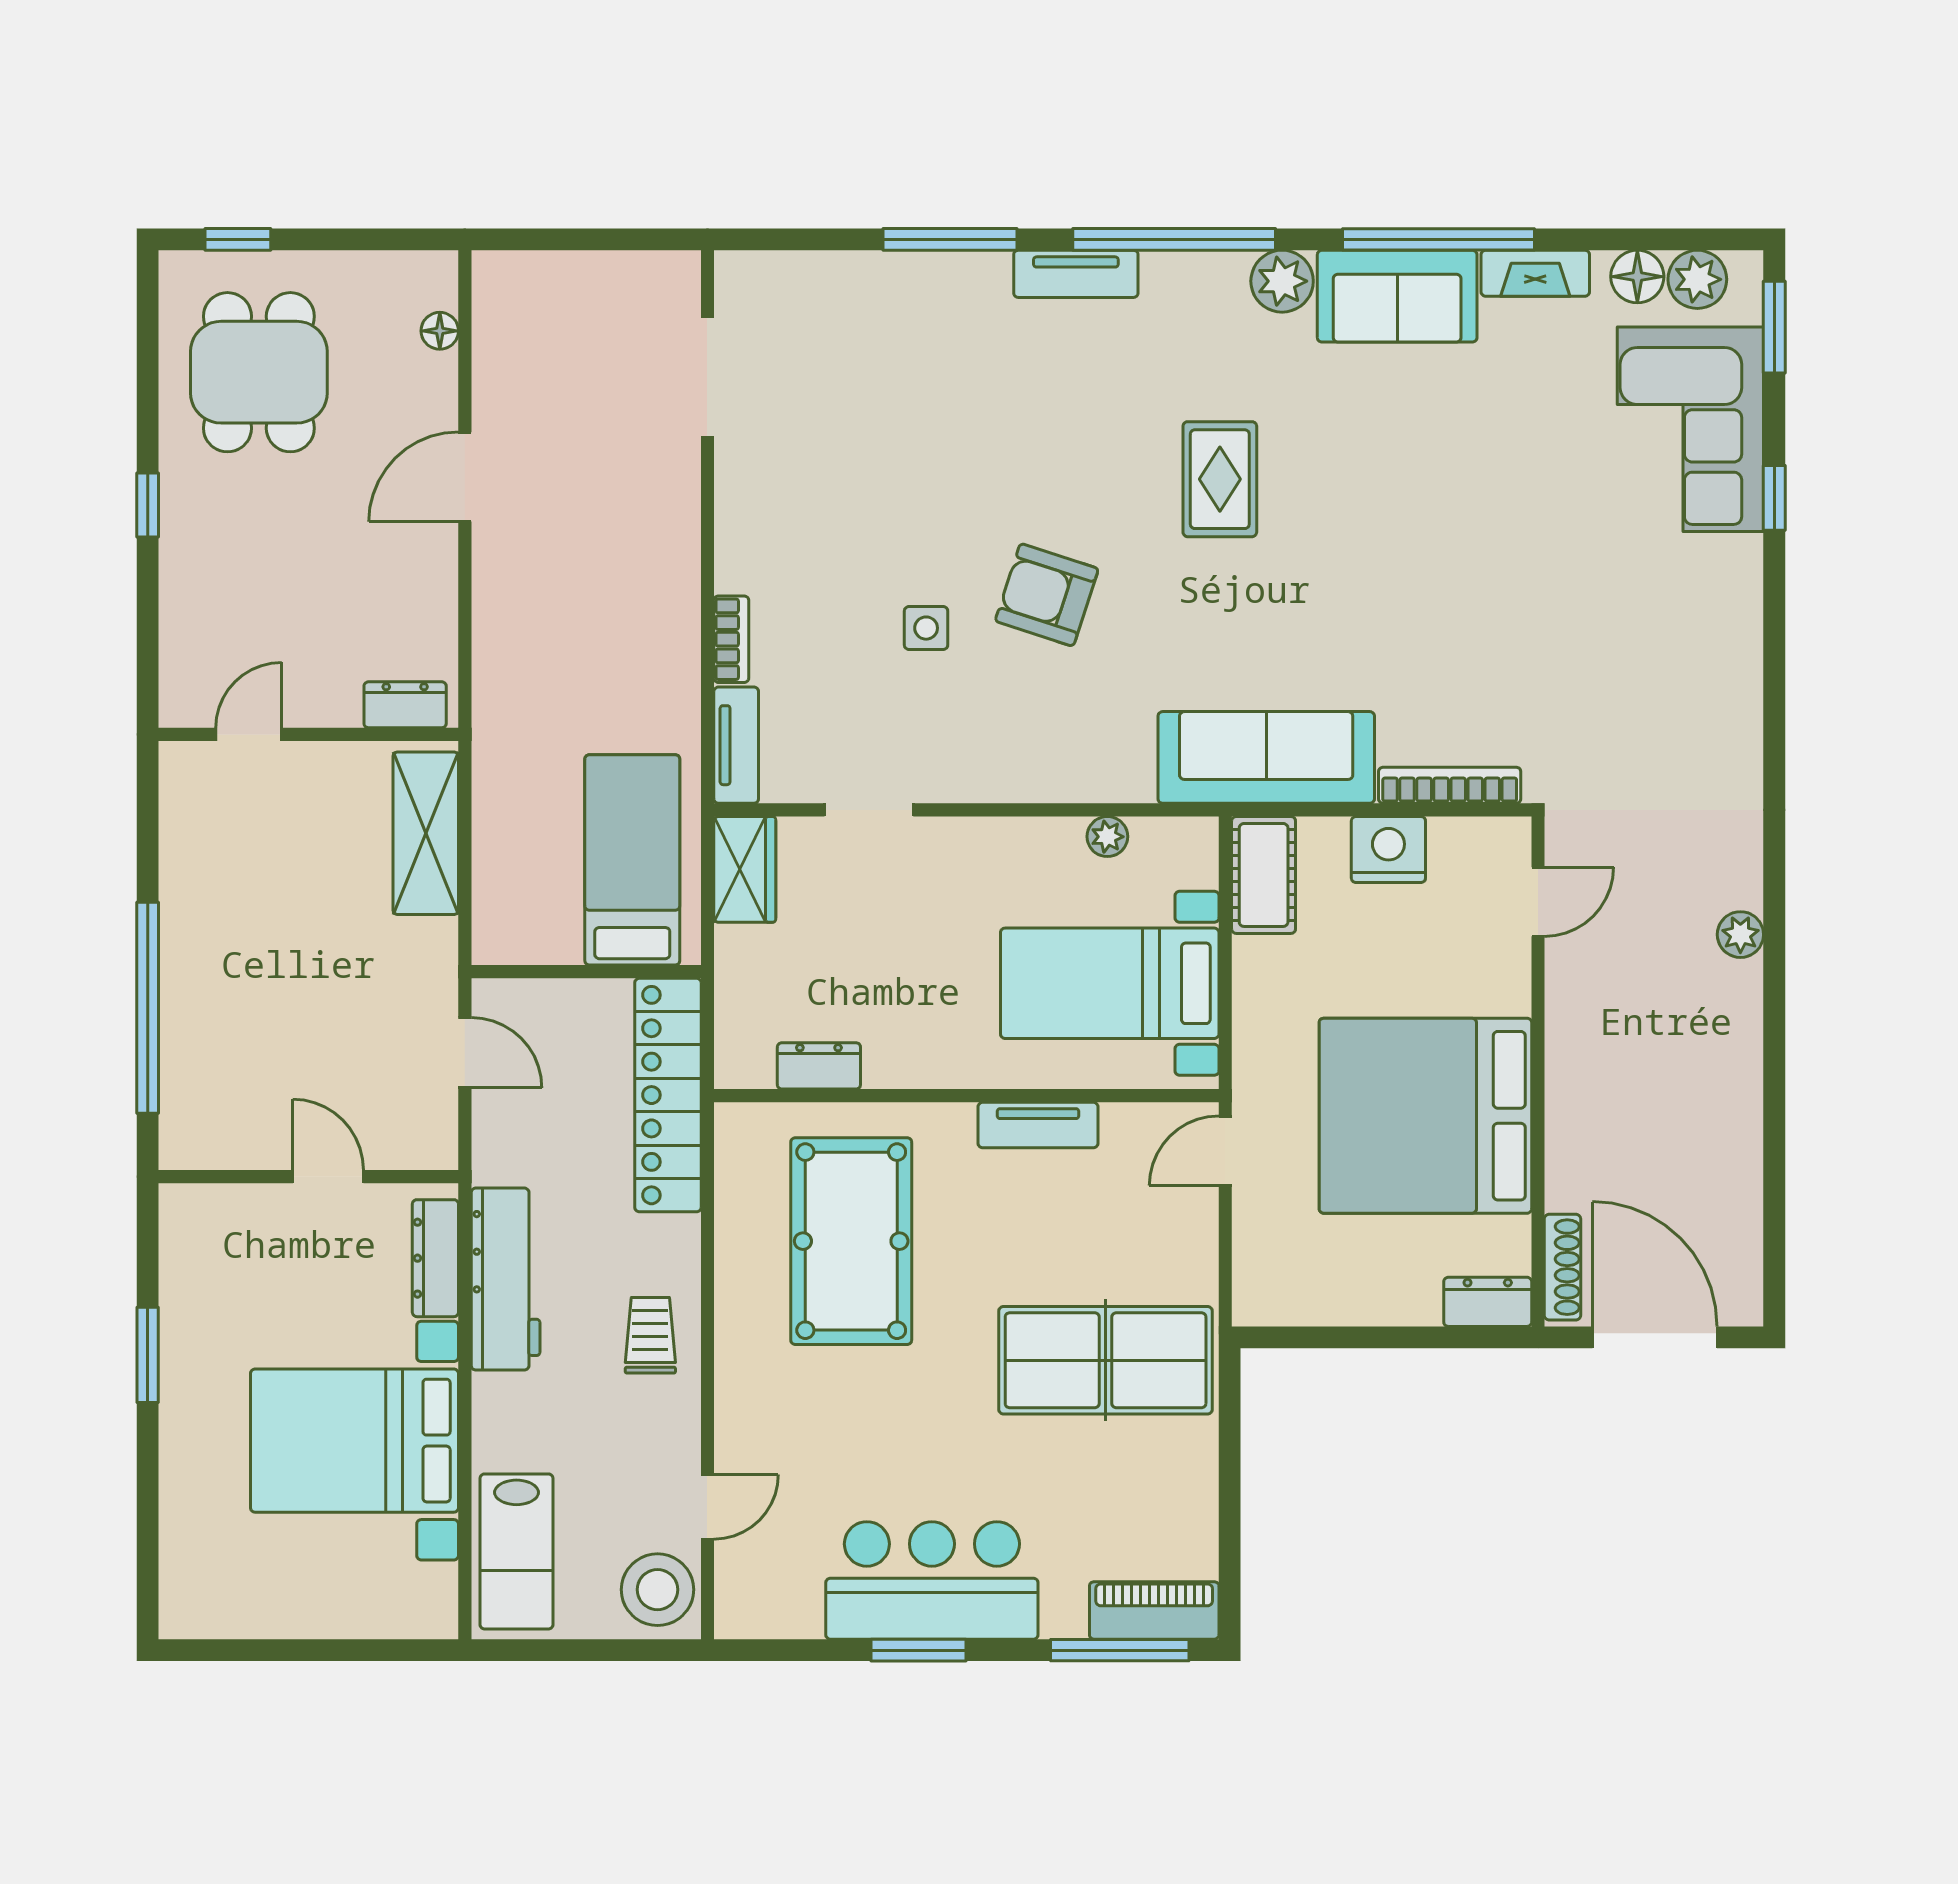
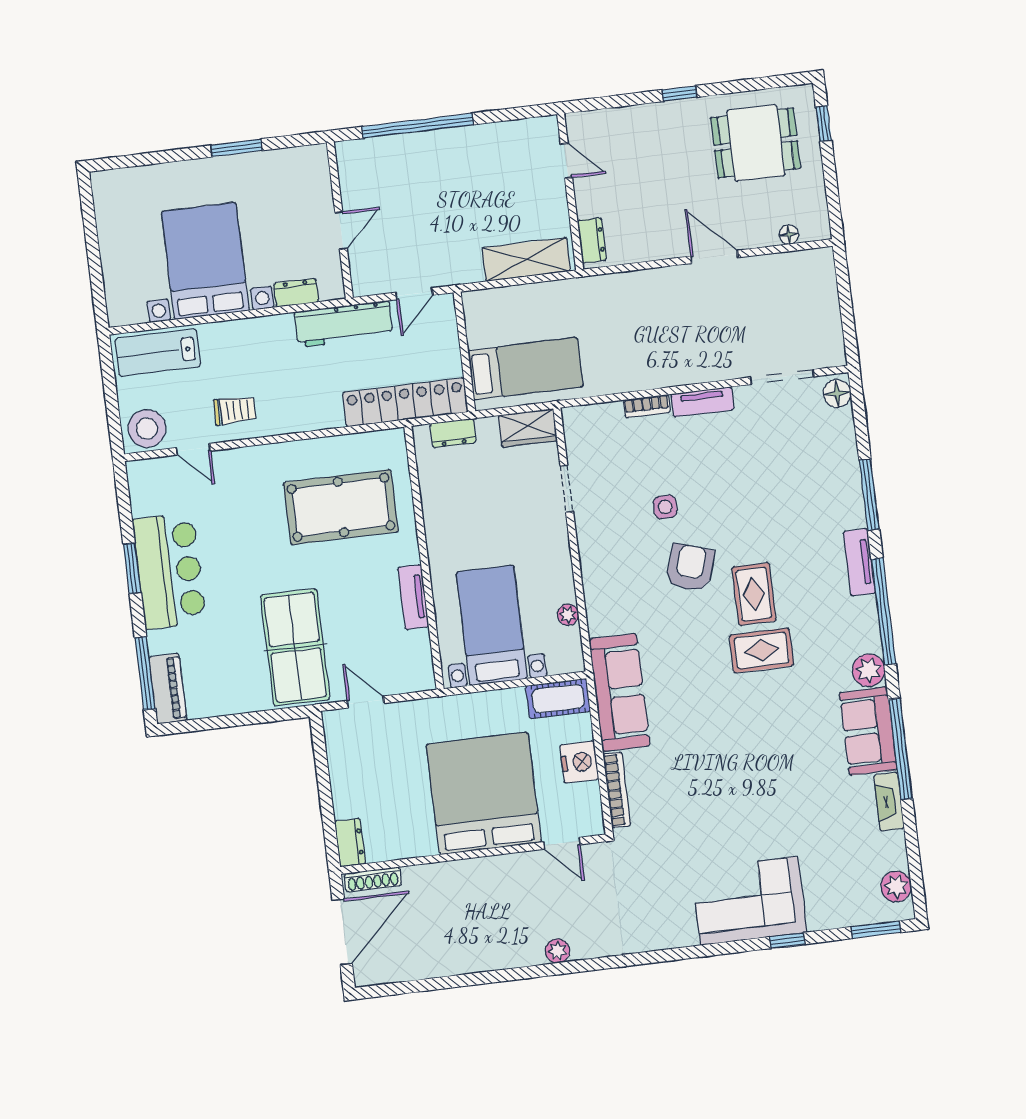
floor lamp: (1637, 277) -> (837, 393), moved
corner sofa: (1690, 429) -> (749, 901), moved
rug: (1111, 480) -> (754, 594), added
tv unit: (736, 745) -> (702, 402), moved
dresser: (819, 1066) -> (453, 433), moved, turned 90
bed: (1425, 1116) -> (484, 793), moved
door: (1225, 1151) -> (366, 702), moved
dresser: (435, 1258) -> (296, 293), width x0.70
workbench: (506, 1279) -> (343, 324), moved
trolley: (650, 1335) -> (235, 410), moved

